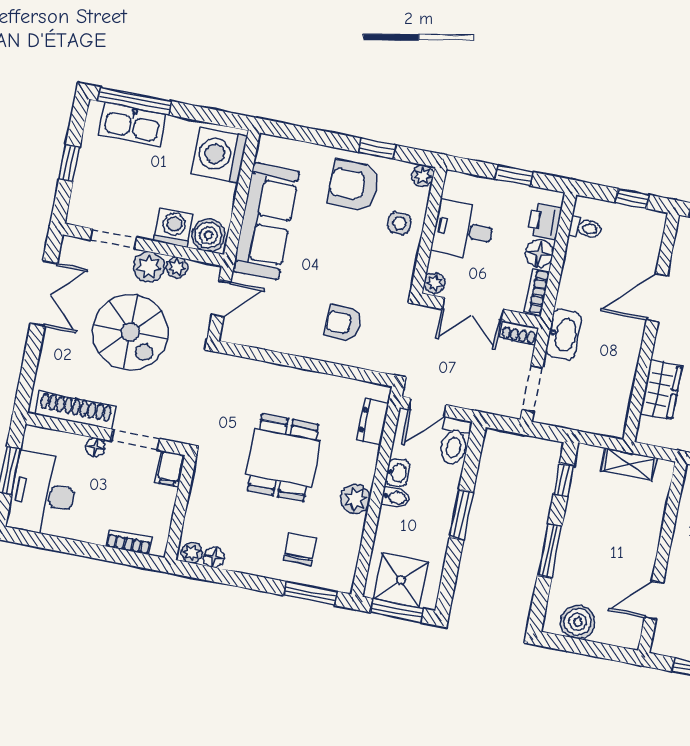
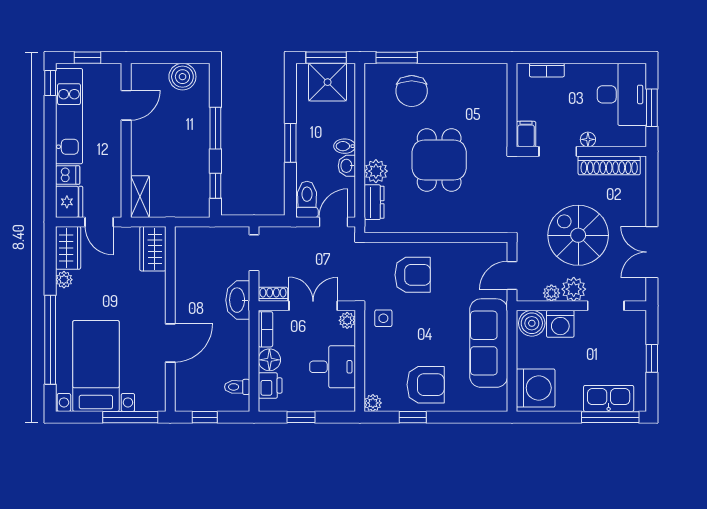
side table: (399, 223) -> (383, 318), moved
armchair: (343, 323) -> (413, 275), width x1.38, depth x1.38
wardrobe: (661, 390) -> (153, 249), moved
shelving: (629, 464) -> (140, 197), moved, turned 90
plant: (355, 499) -> (376, 171), moved
chair: (300, 549) -> (412, 91), width x1.37, depth x1.37
plant: (192, 553) -> (496, 71), removed
floor lamp: (214, 557) -> (478, 71), removed

